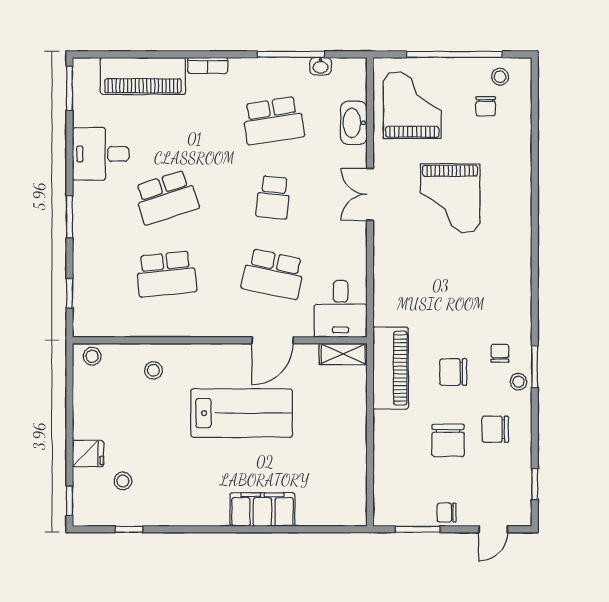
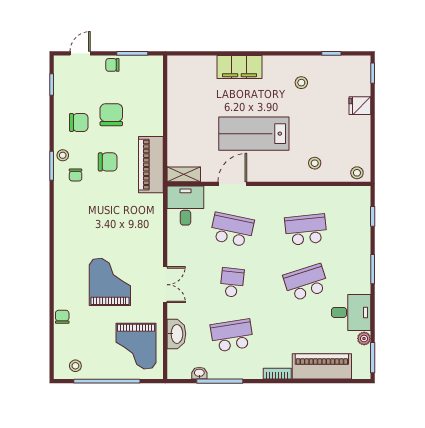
chair: (486, 106) -> (62, 317), moved
plant: (82, 116) -> (364, 339), added
stool: (123, 481) -> (301, 83), moved
chair: (446, 513) -> (112, 65), turned 180

